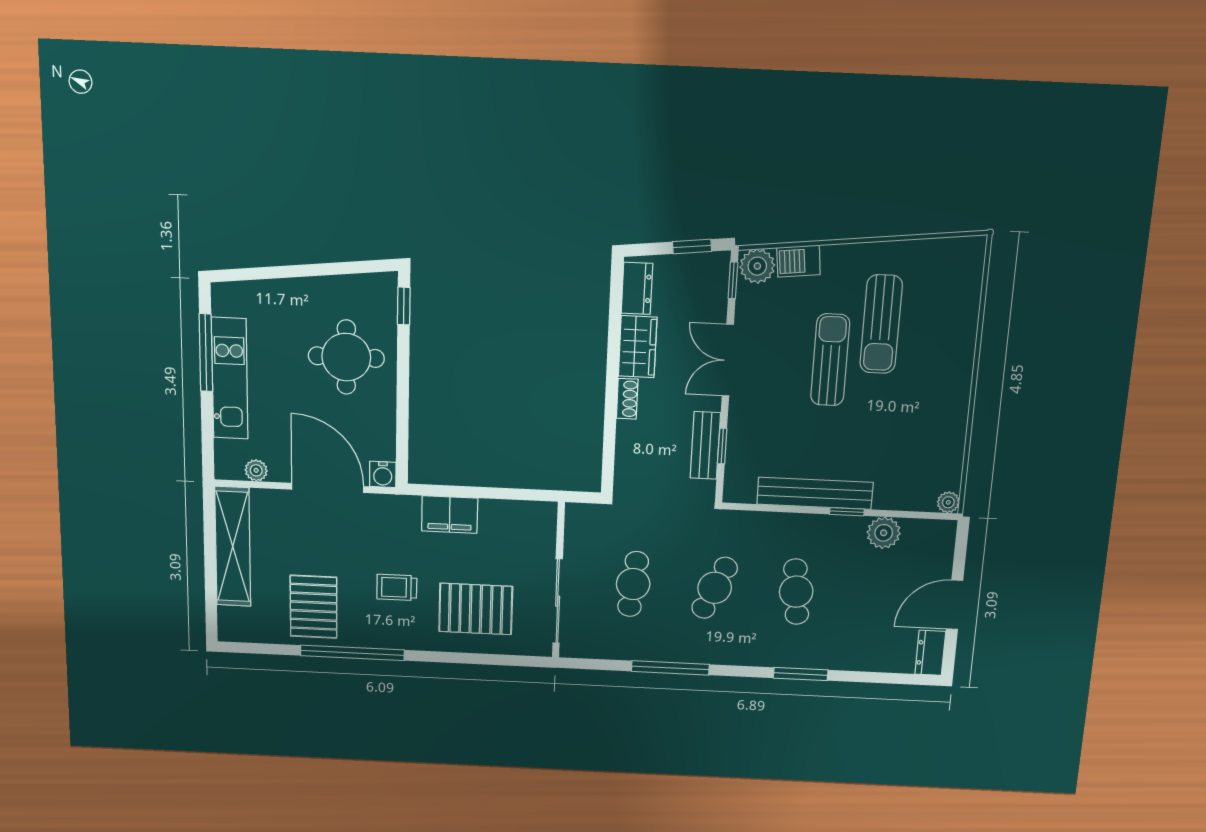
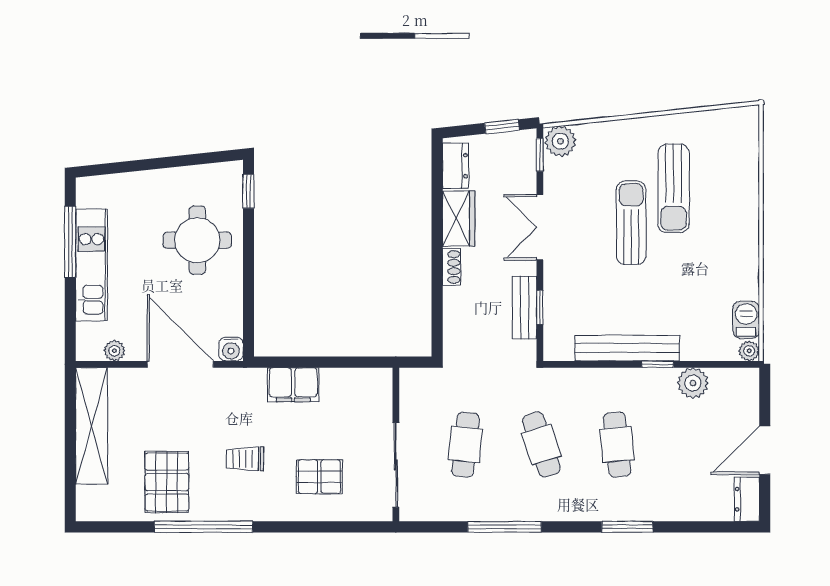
barbecue: (799, 261) -> (746, 320), moved, turned 96
cafe table: (715, 588) -> (541, 445), turned -42
pallet: (476, 609) -> (319, 477), width x0.67, depth x0.71

